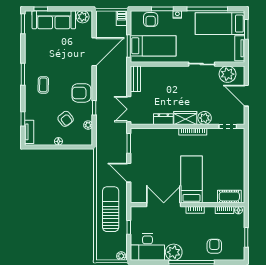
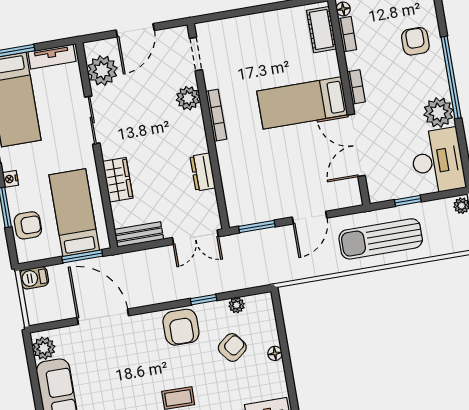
wardrobe: (185, 118) -> (118, 180), moved, turned 180
armchair: (214, 246) -> (415, 41), turned 90

